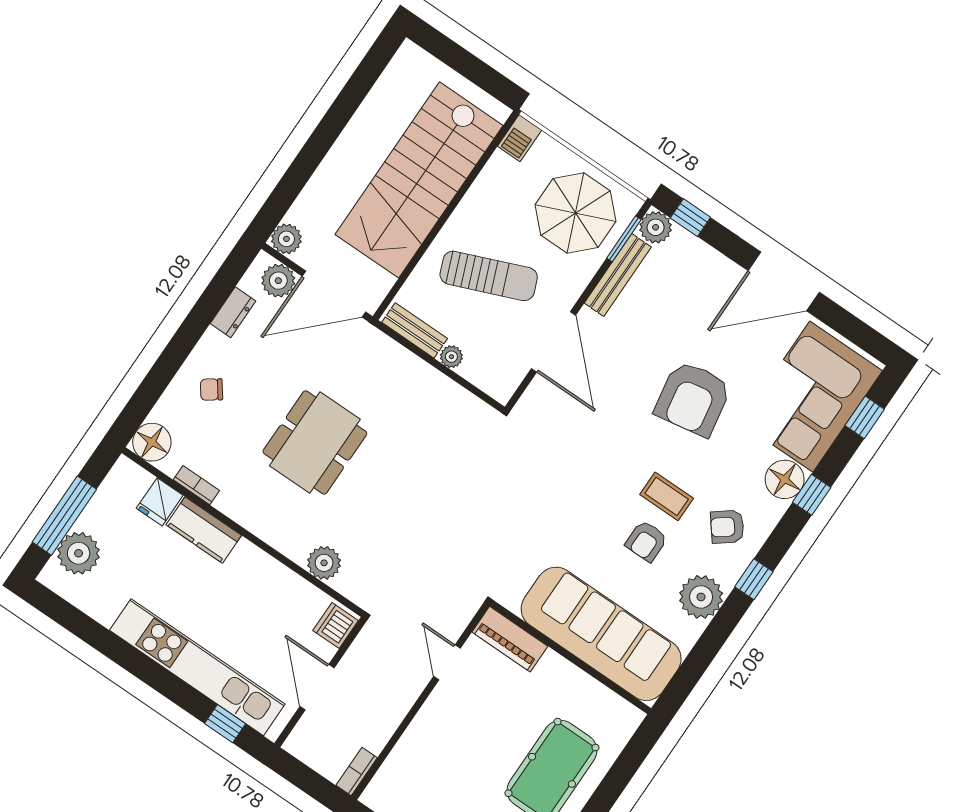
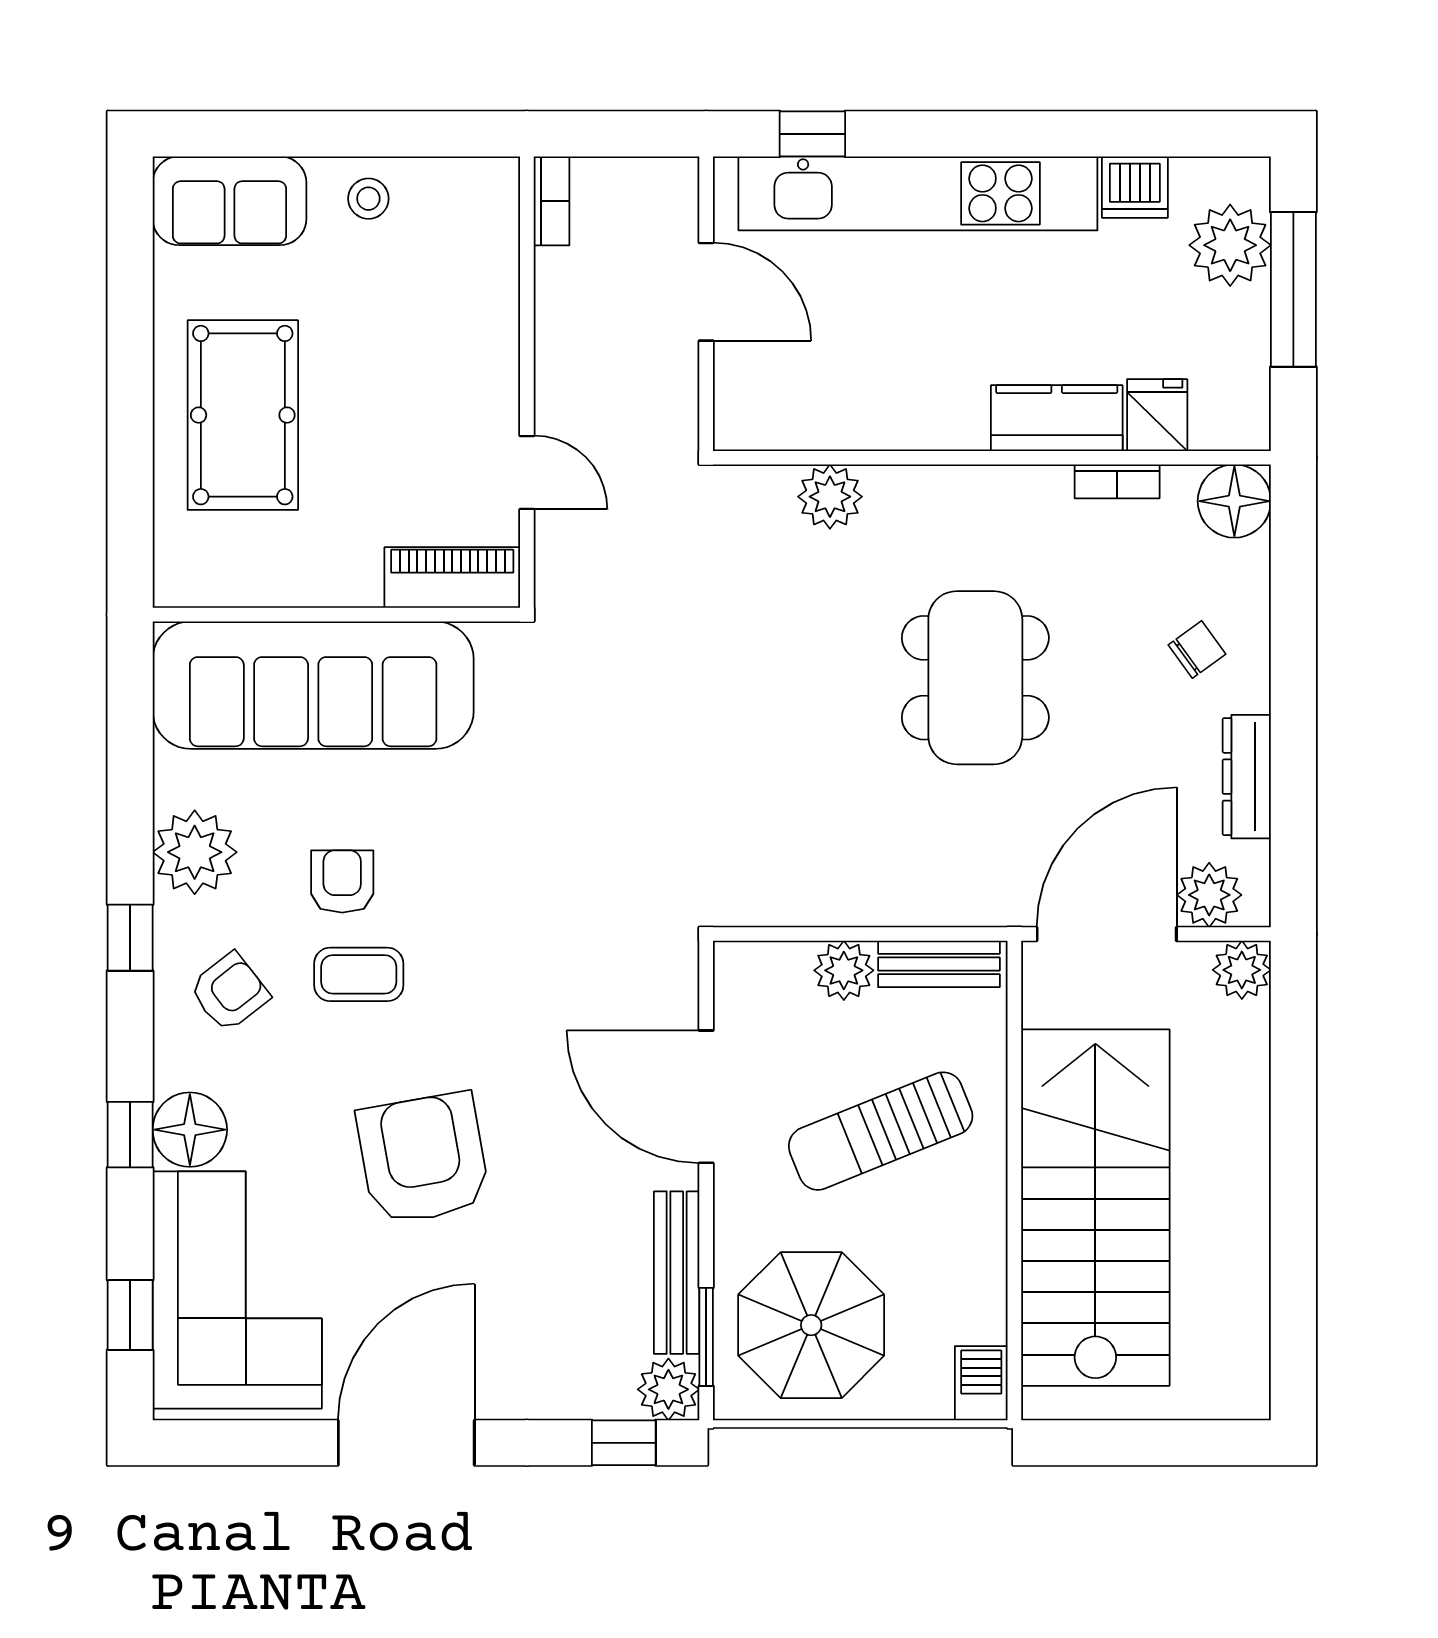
dresser: (233, 312) -> (1247, 777), width x1.44
plant: (451, 357) -> (844, 970), width x1.38, depth x1.38
dishwasher: (336, 625) -> (1135, 187), moved, turned 90

